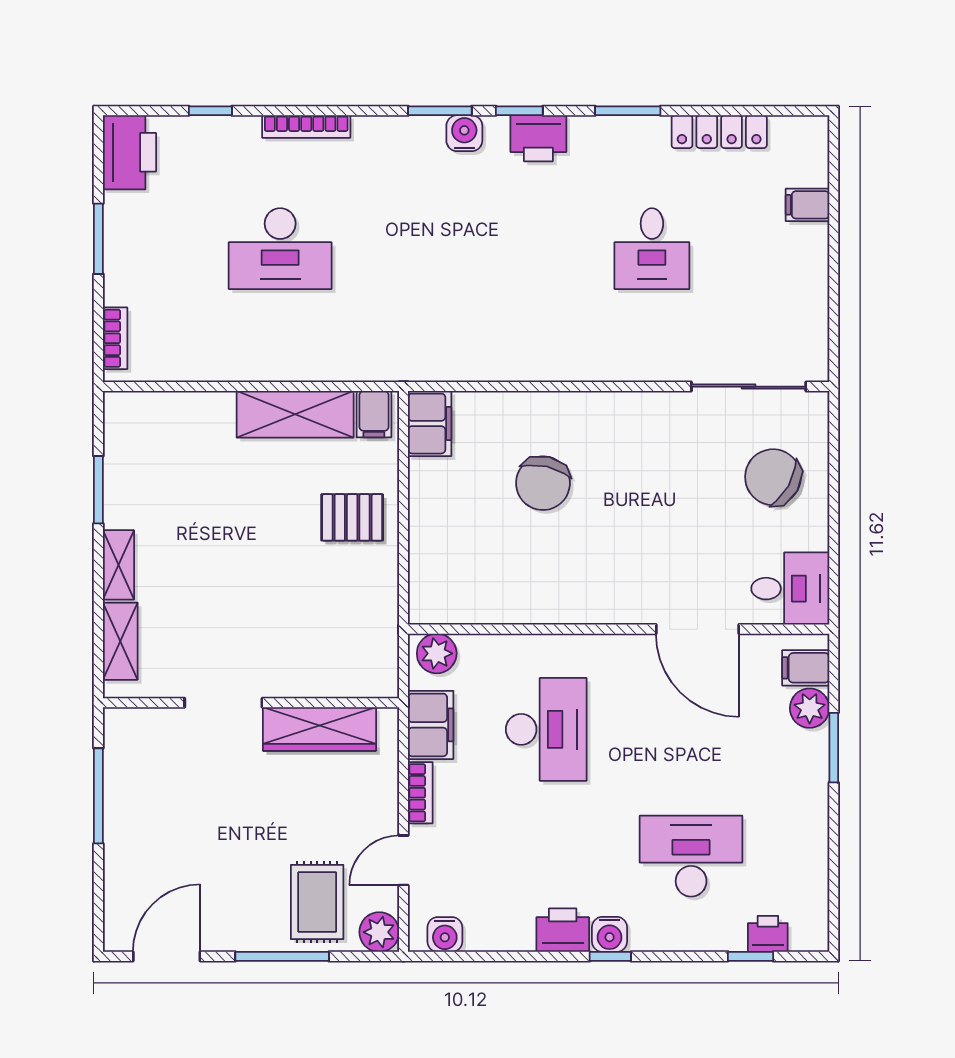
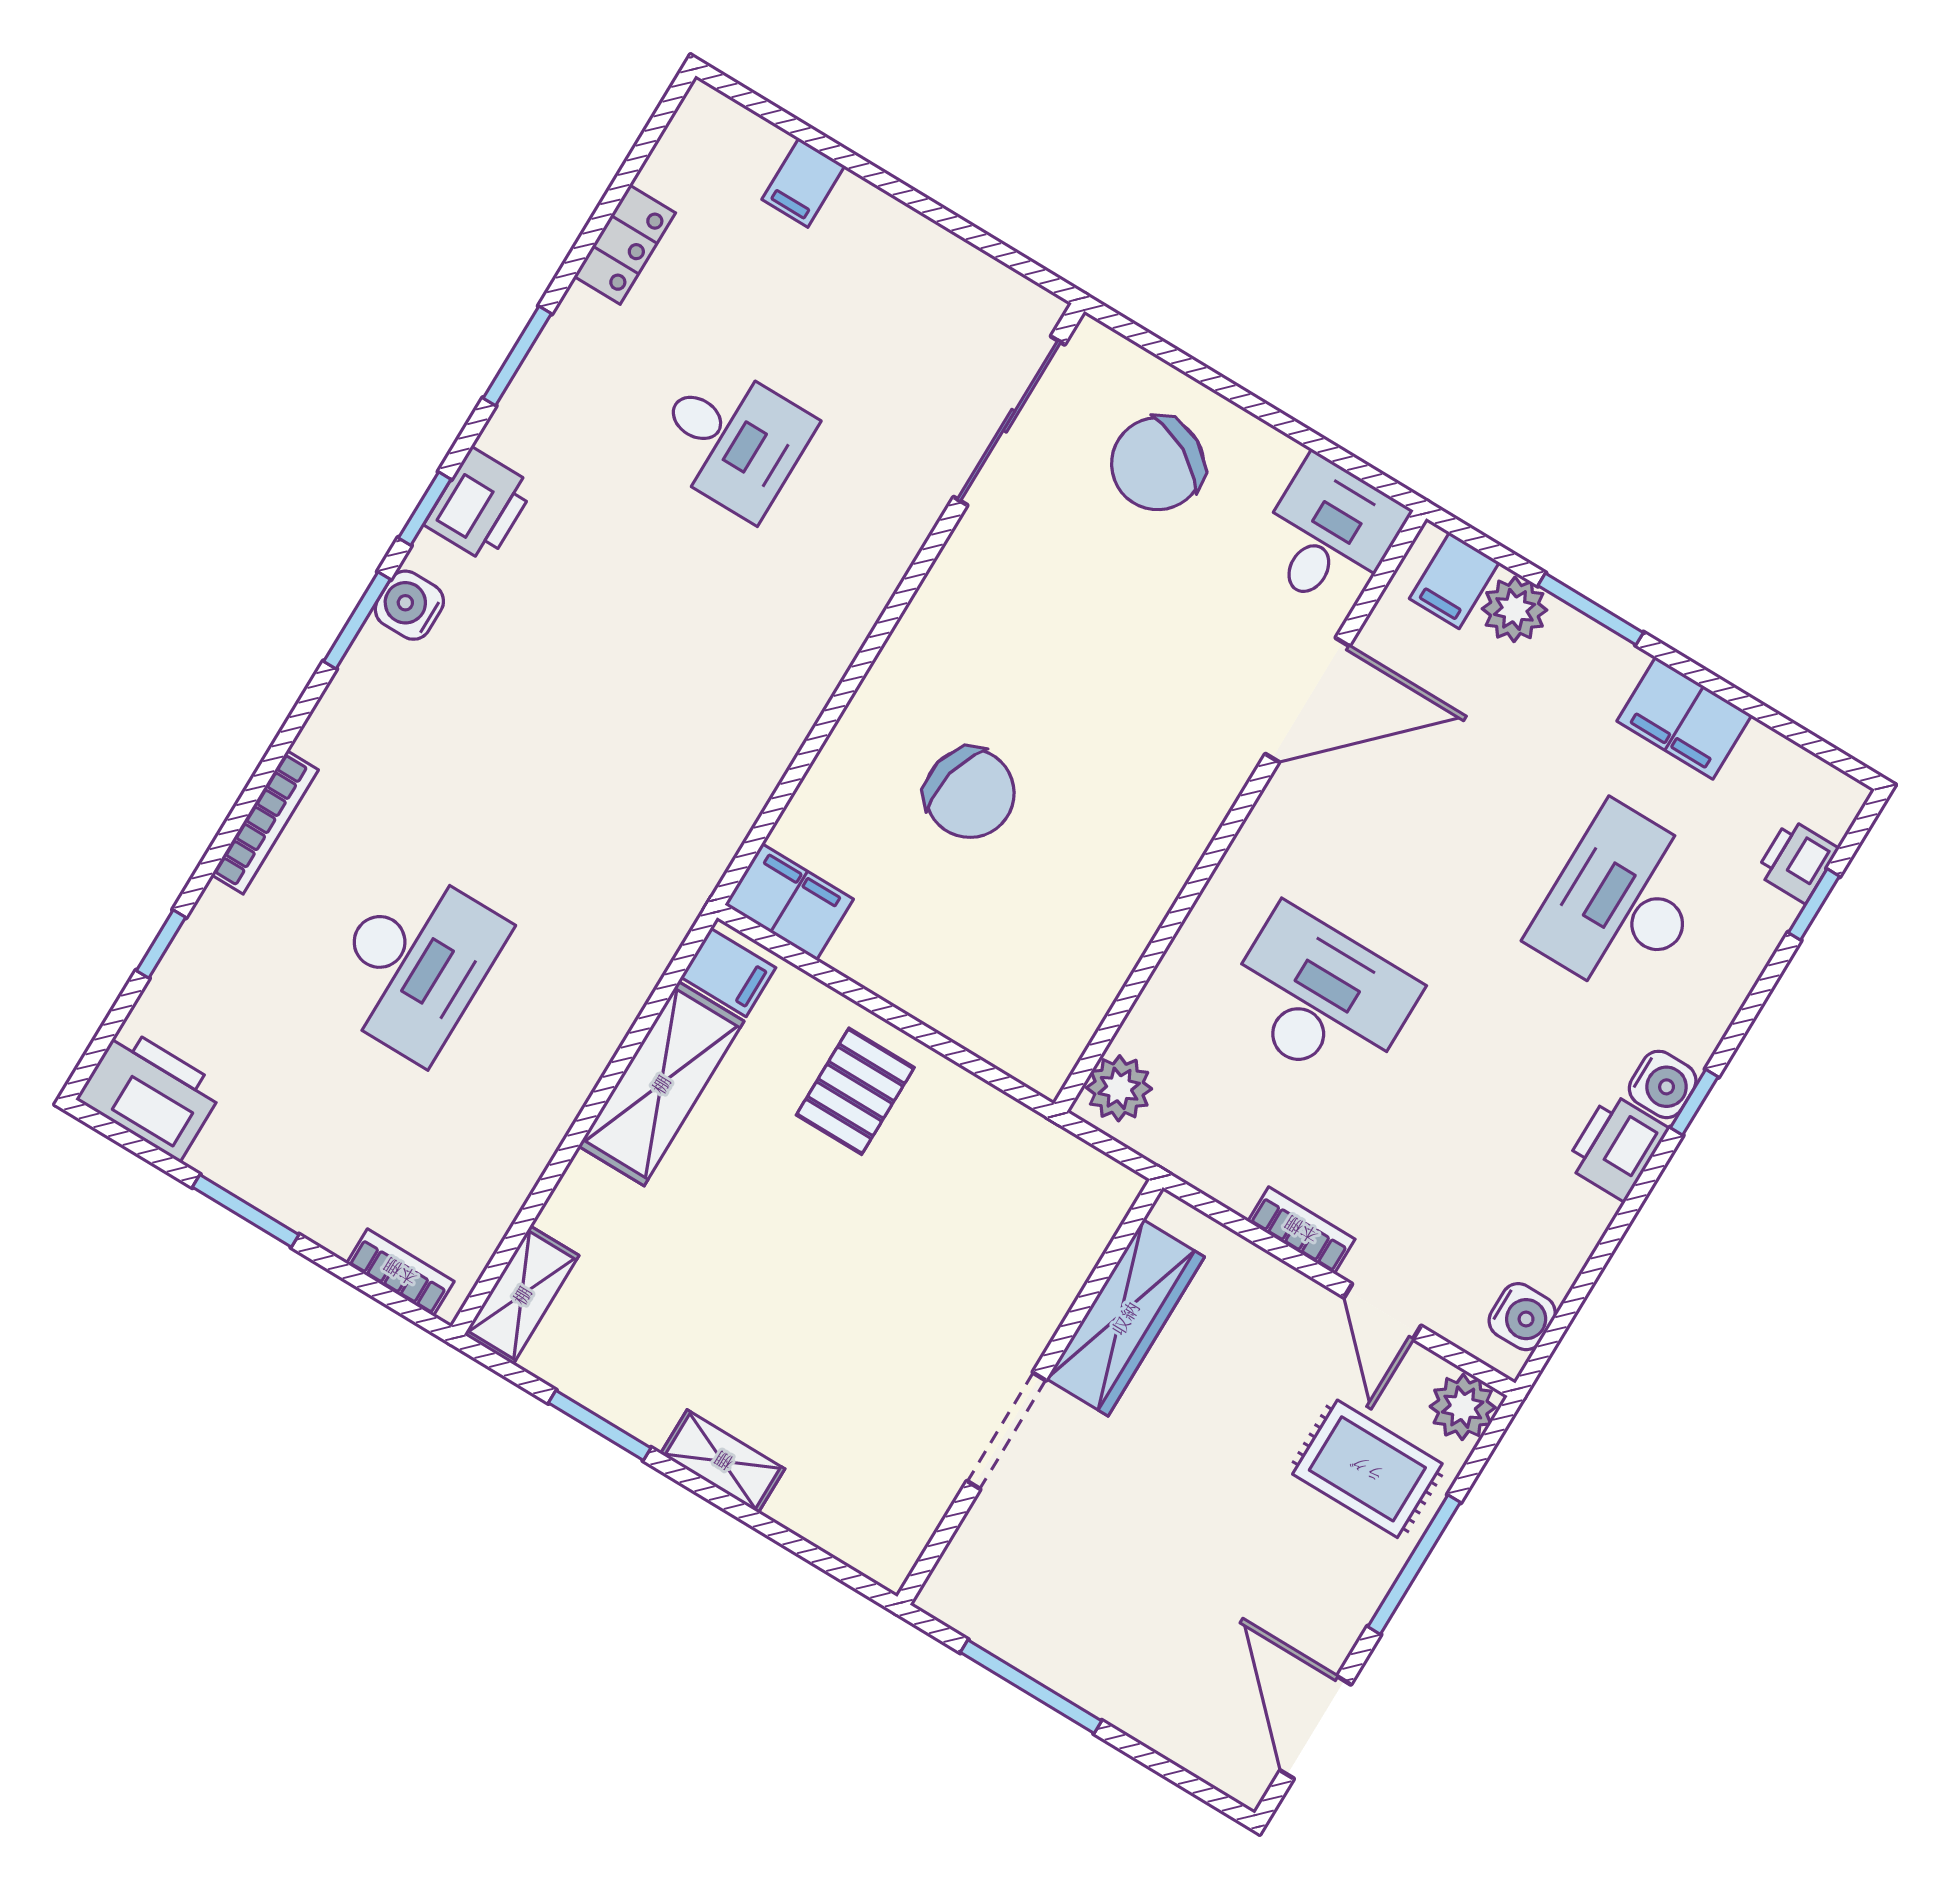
locker: (719, 132) -> (625, 245), width x0.66
shelving: (120, 641) -> (522, 1295), moved, turned 90
filing cabinet: (431, 725) -> (1684, 718), moved, turned 180

